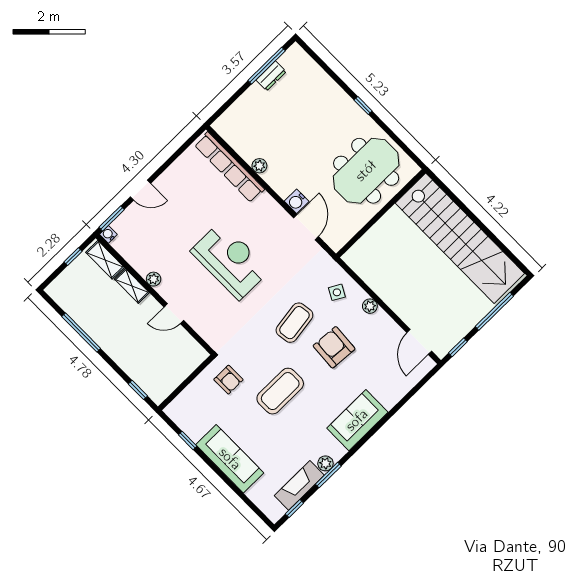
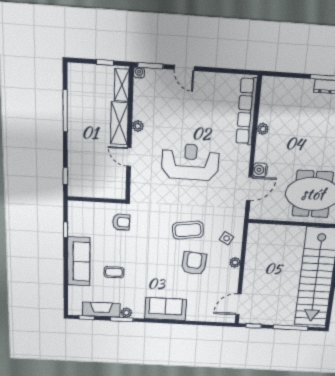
reception desk: (230, 261) -> (190, 162), turned -90
shelving: (132, 286) -> (119, 123), width x1.50, depth x1.33
armchair: (228, 380) -> (121, 222), turned -89
coffee table: (280, 391) -> (114, 272), moved, width x0.54, depth x0.58

